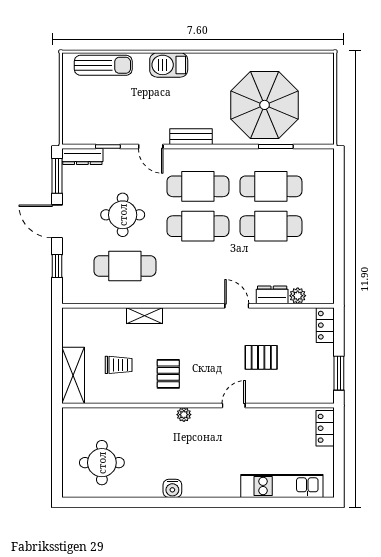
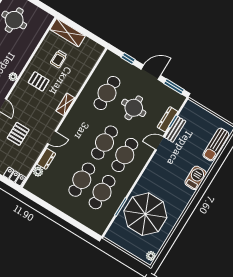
plant: (319, 61) -> (151, 256), added
bench: (191, 137) -> (175, 129), moved
dresser: (82, 157) -> (167, 119), moved
shelving: (145, 316) -> (65, 104), moved

